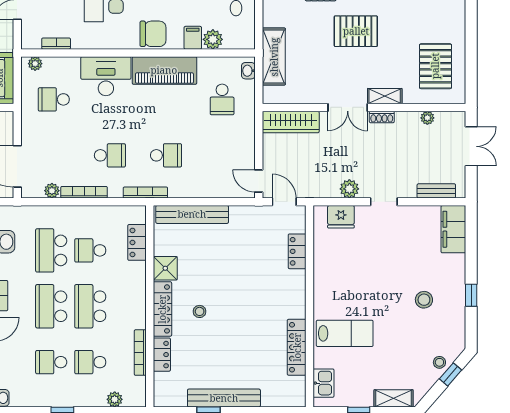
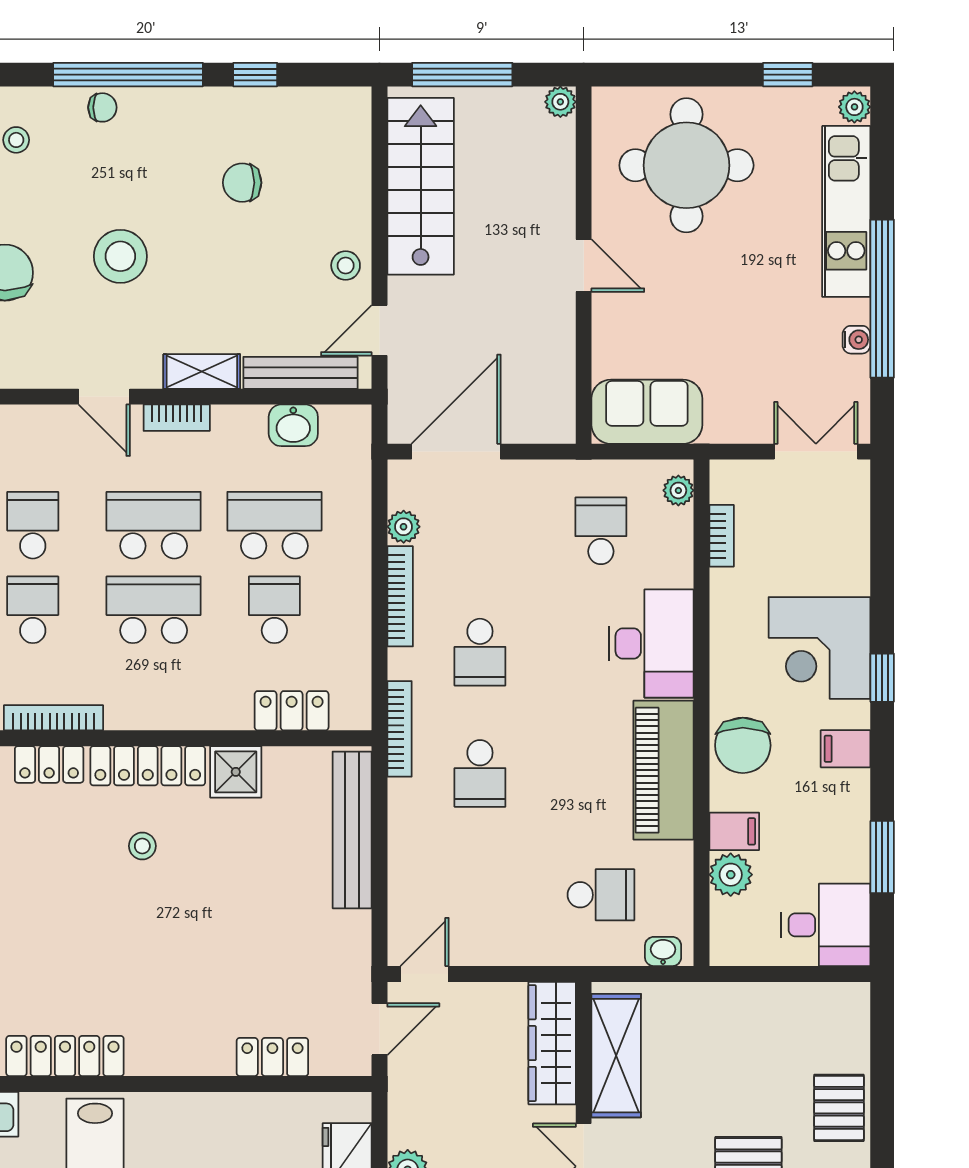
shelving: (274, 57) -> (616, 1056), moved, turned 90
school desk: (222, 99) -> (601, 895), turned 180

